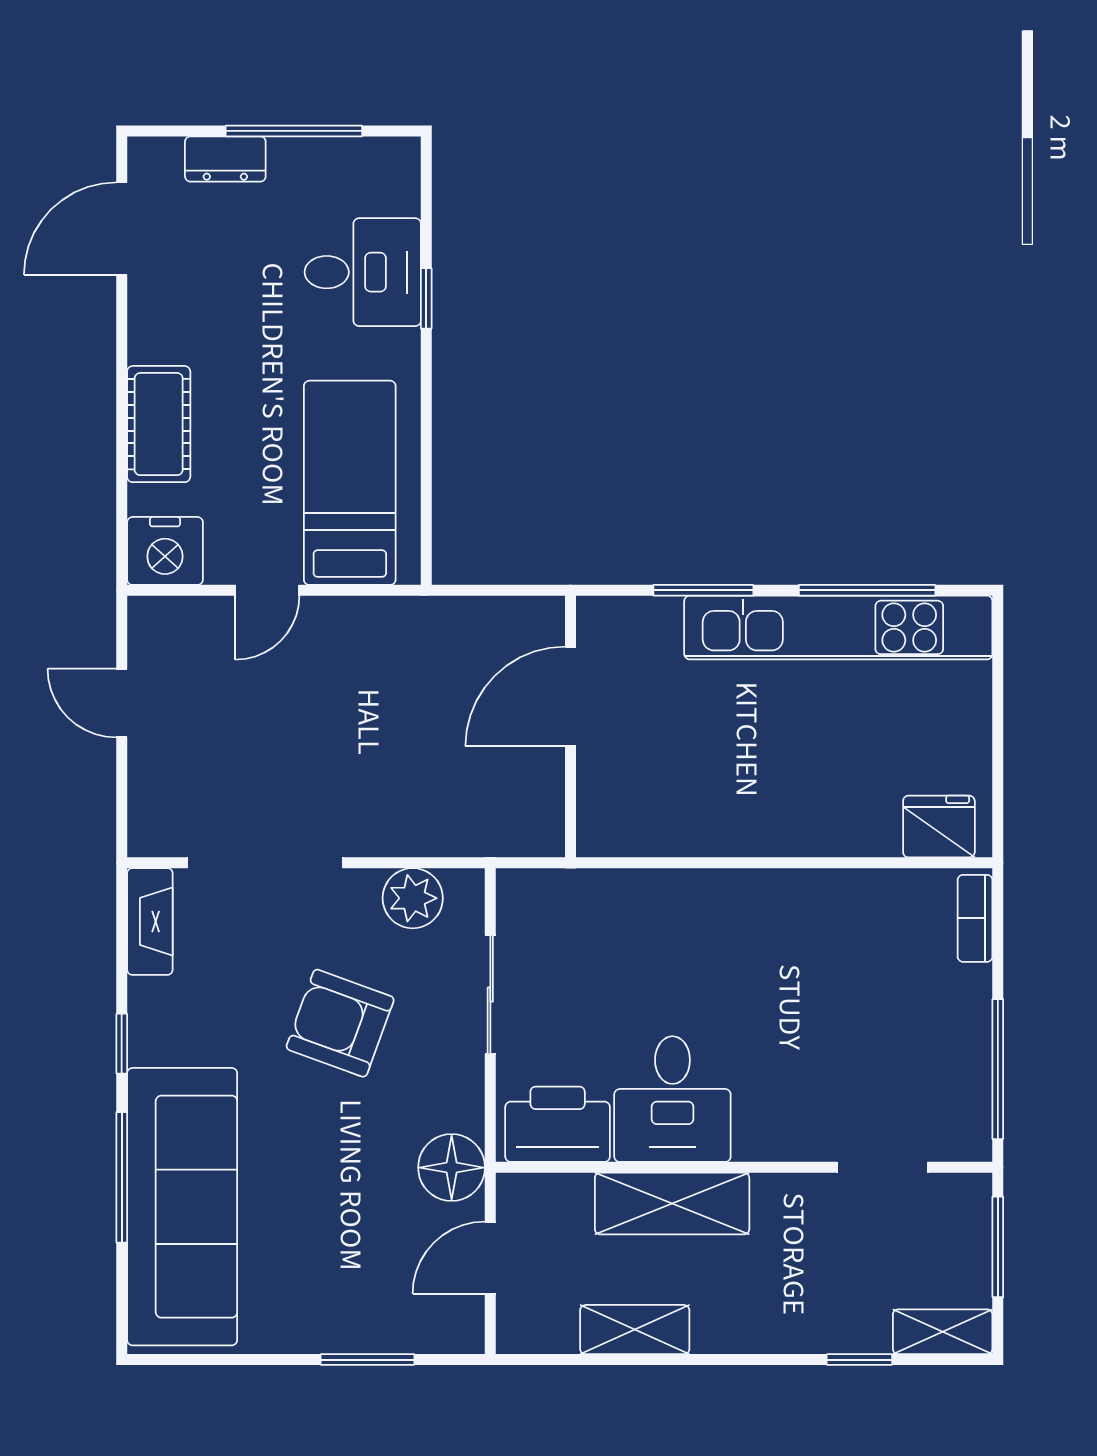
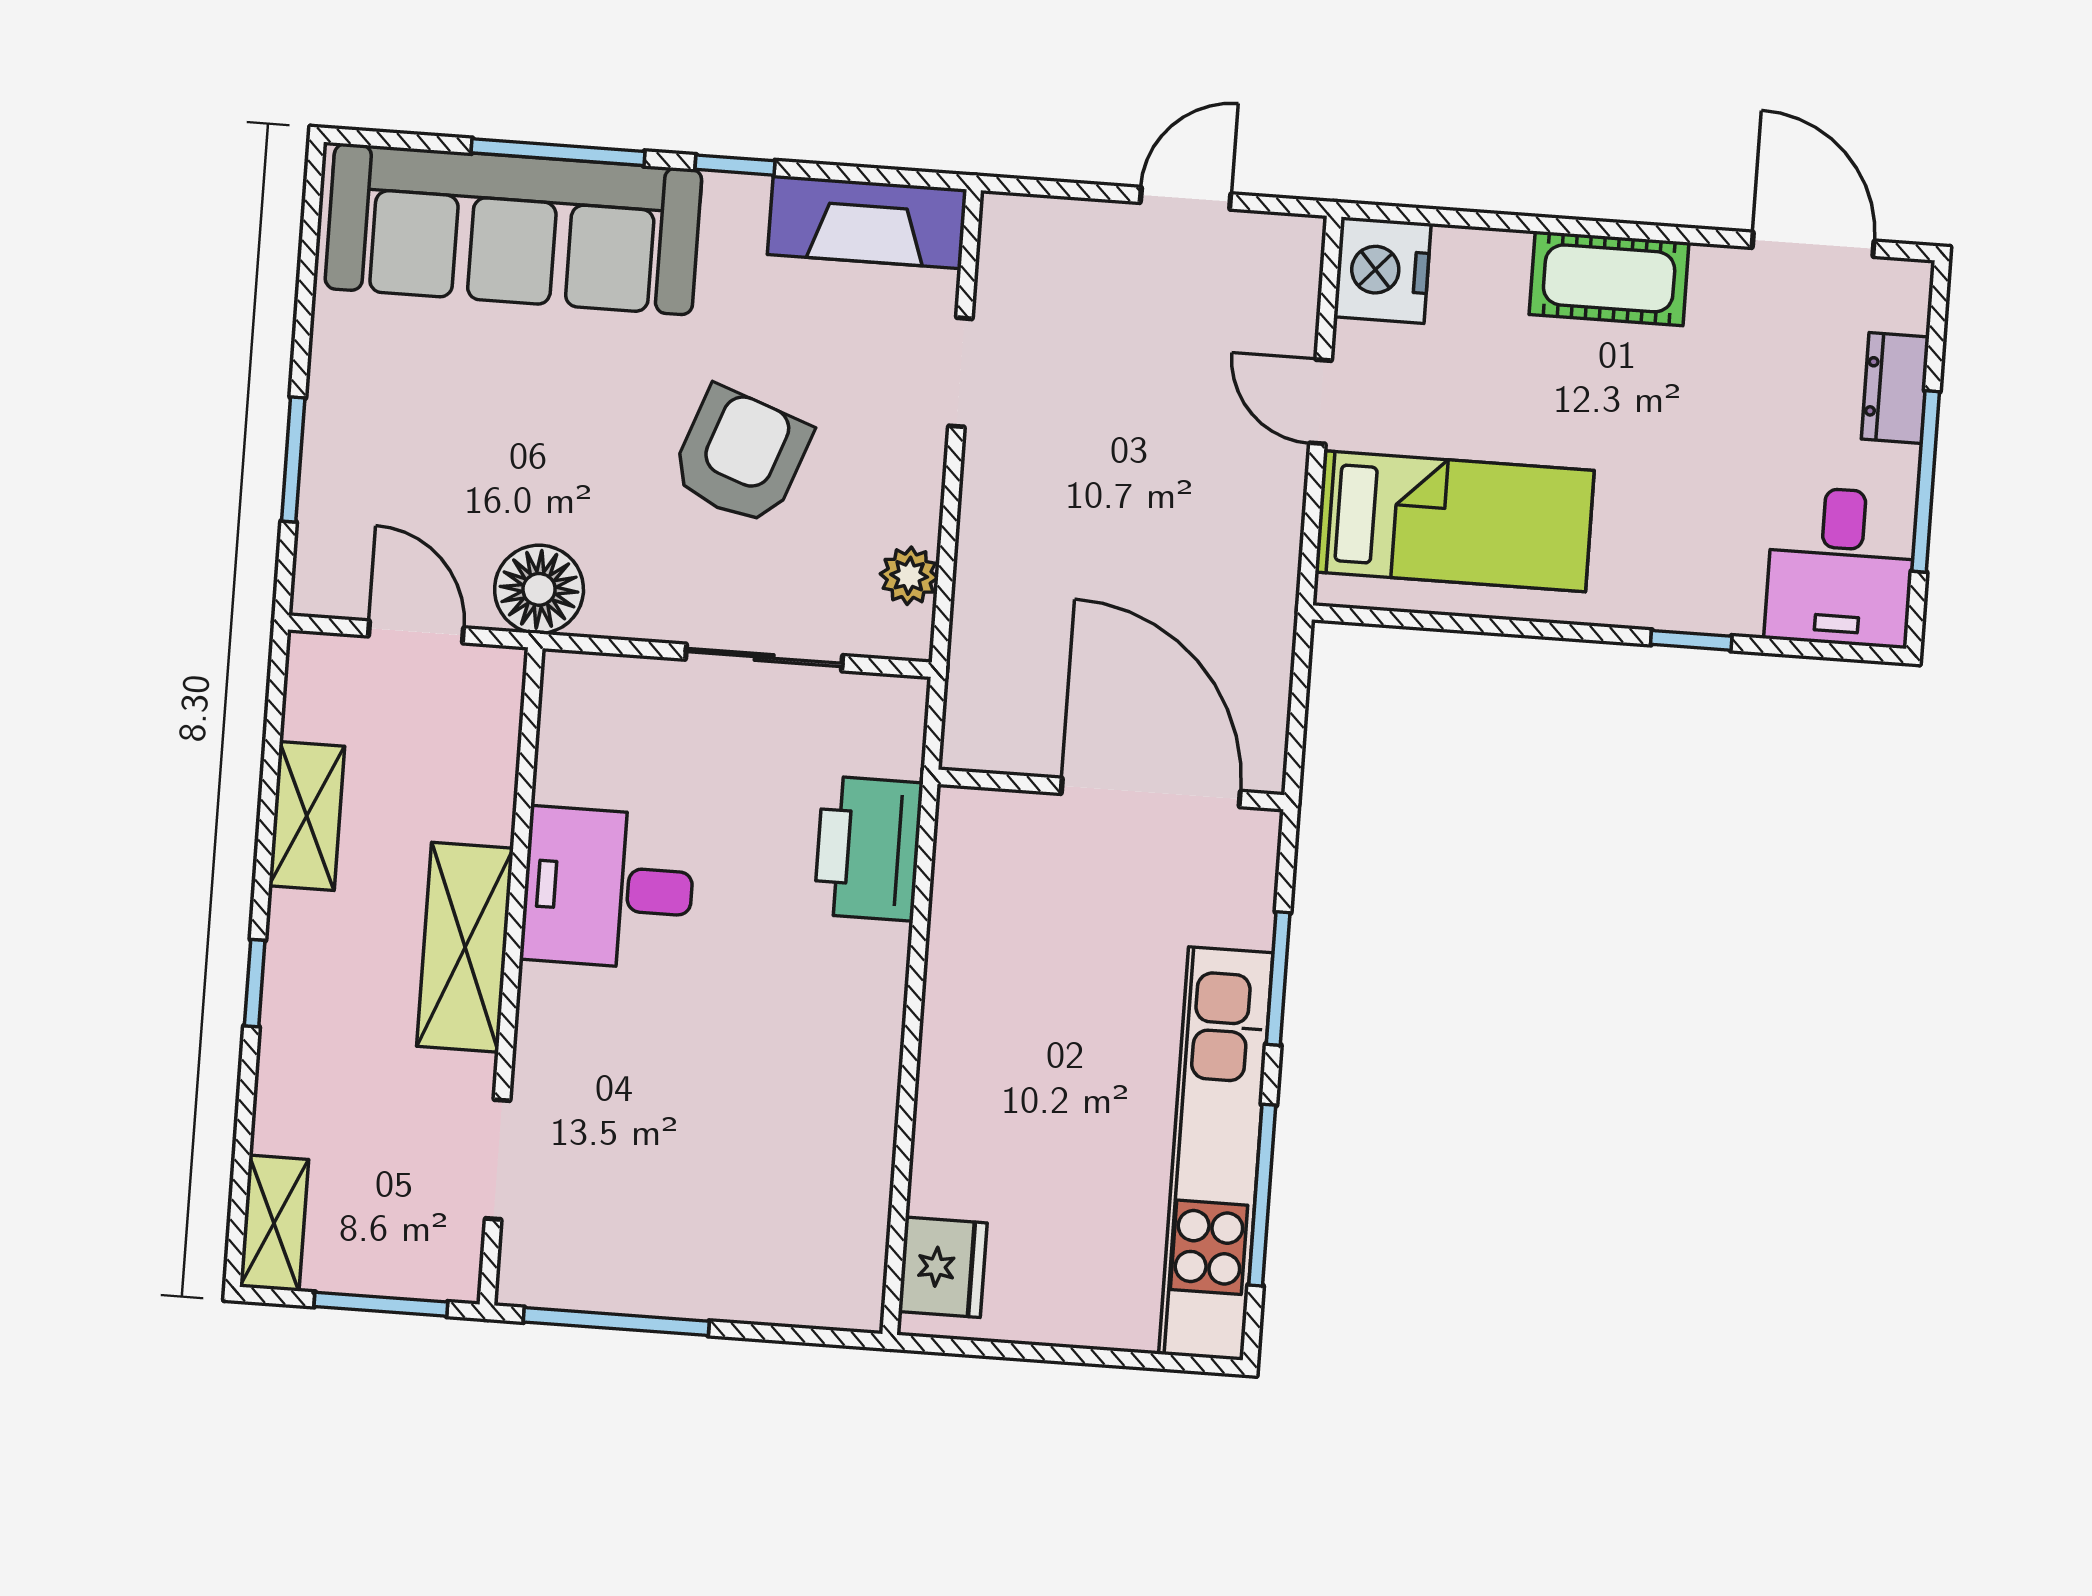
desk: (363, 272) -> (1841, 567), moved
cot: (159, 424) -> (1609, 278), moved
door: (570, 696) -> (1151, 792), width x1.36
doorway: (265, 863) -> (960, 372), width x0.53
plant: (413, 898) -> (909, 576), width x0.73, depth x0.73
bookcase: (975, 918) -> (818, 1306), removed
fireplace: (150, 921) -> (867, 222), width x1.37, depth x1.32
printer: (558, 1124) -> (868, 848), moved, turned 180
shelving: (672, 1203) -> (465, 947), moved
window: (859, 1360) -> (255, 983), moved

